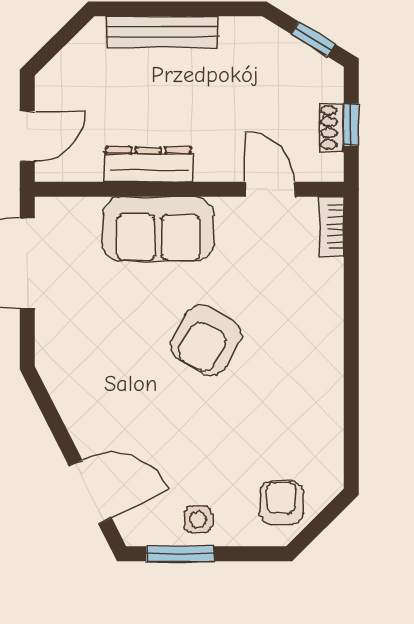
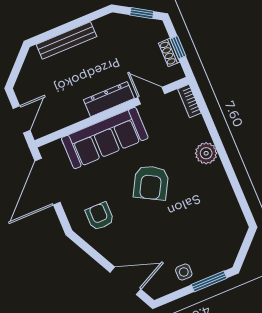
dresser: (148, 164) -> (109, 99), moved
sofa: (158, 229) -> (105, 138), width x1.36
plant: (323, 329) -> (206, 153), added
armchair: (281, 503) -> (100, 216), moved
window: (180, 554) -> (209, 281), moved

